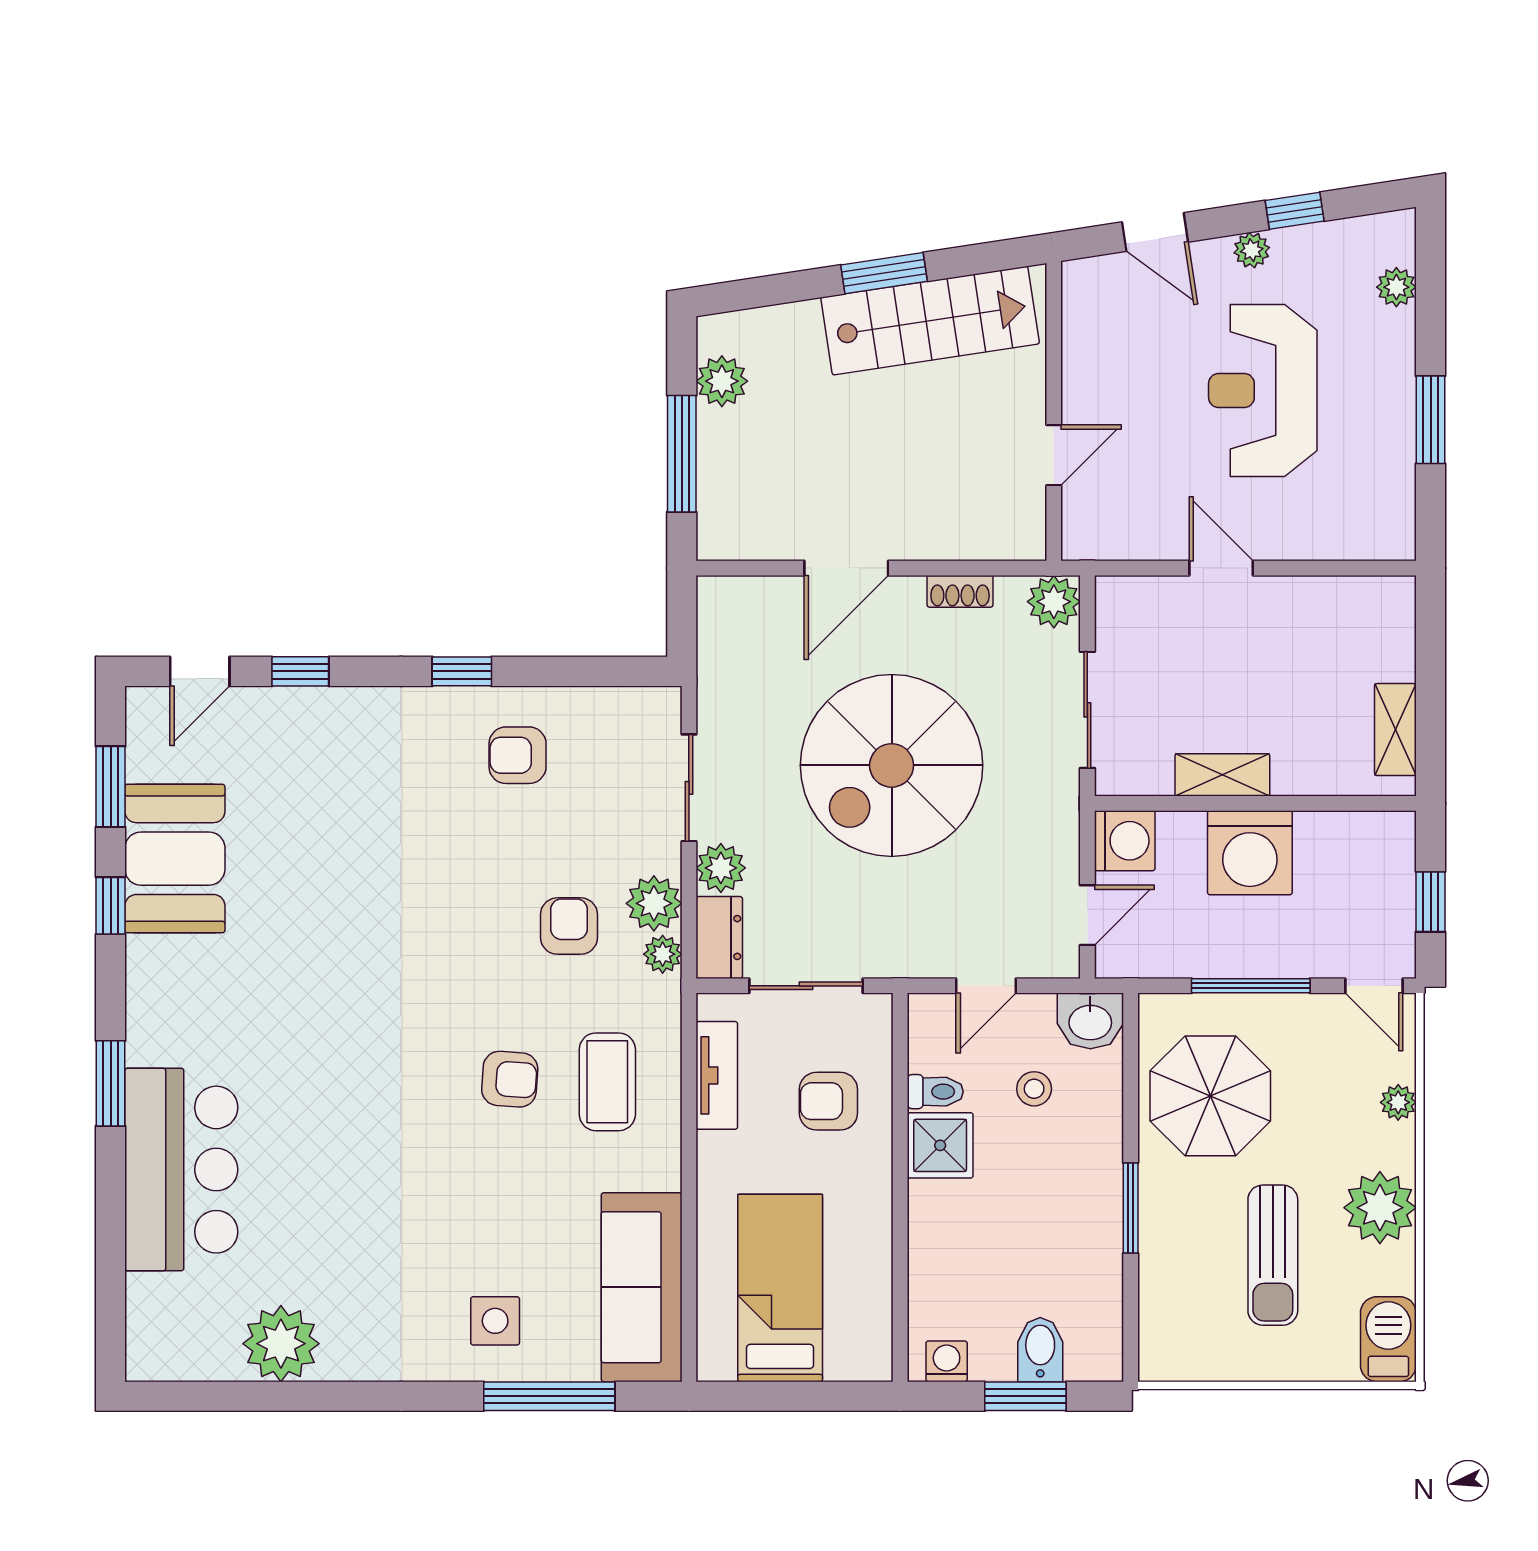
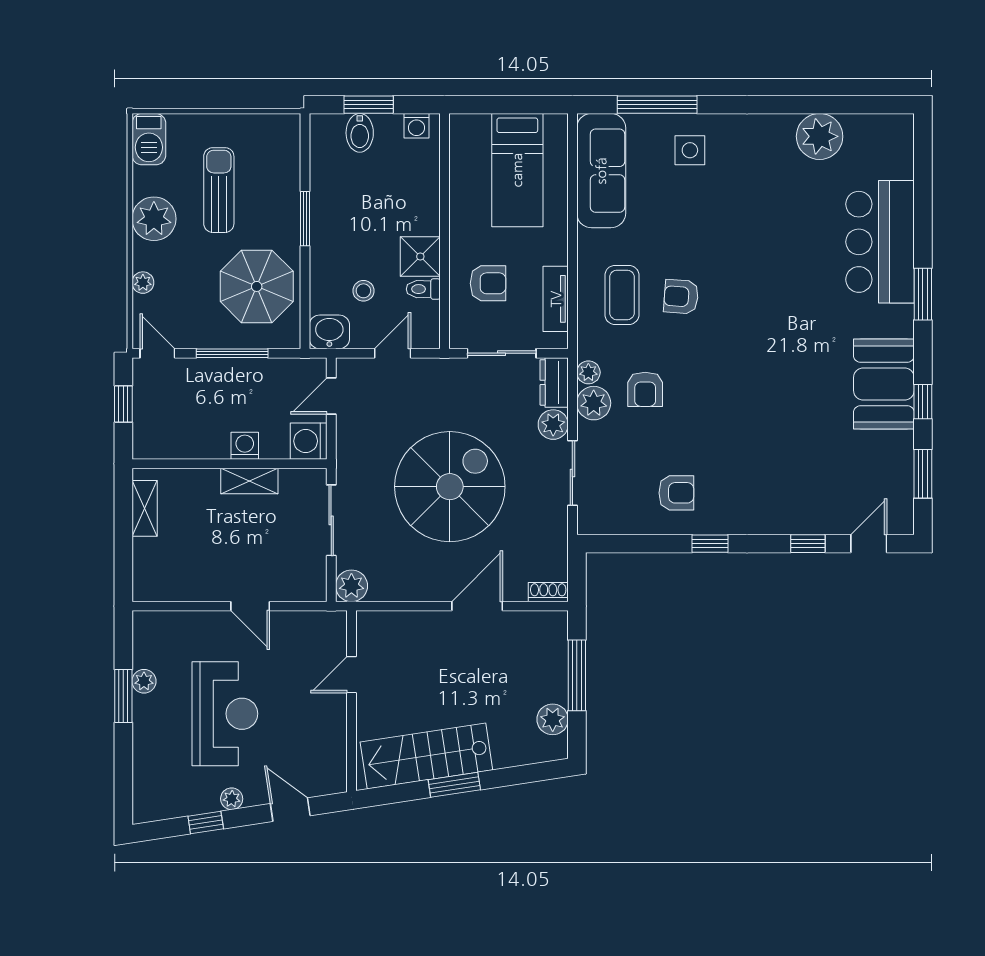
plant: (1396, 287) -> (144, 681), moved
shoe rack: (960, 591) -> (548, 592), moved
washing machine: (1250, 853) -> (245, 446), width x0.53, depth x0.53
booth: (175, 859) -> (884, 384), moved

